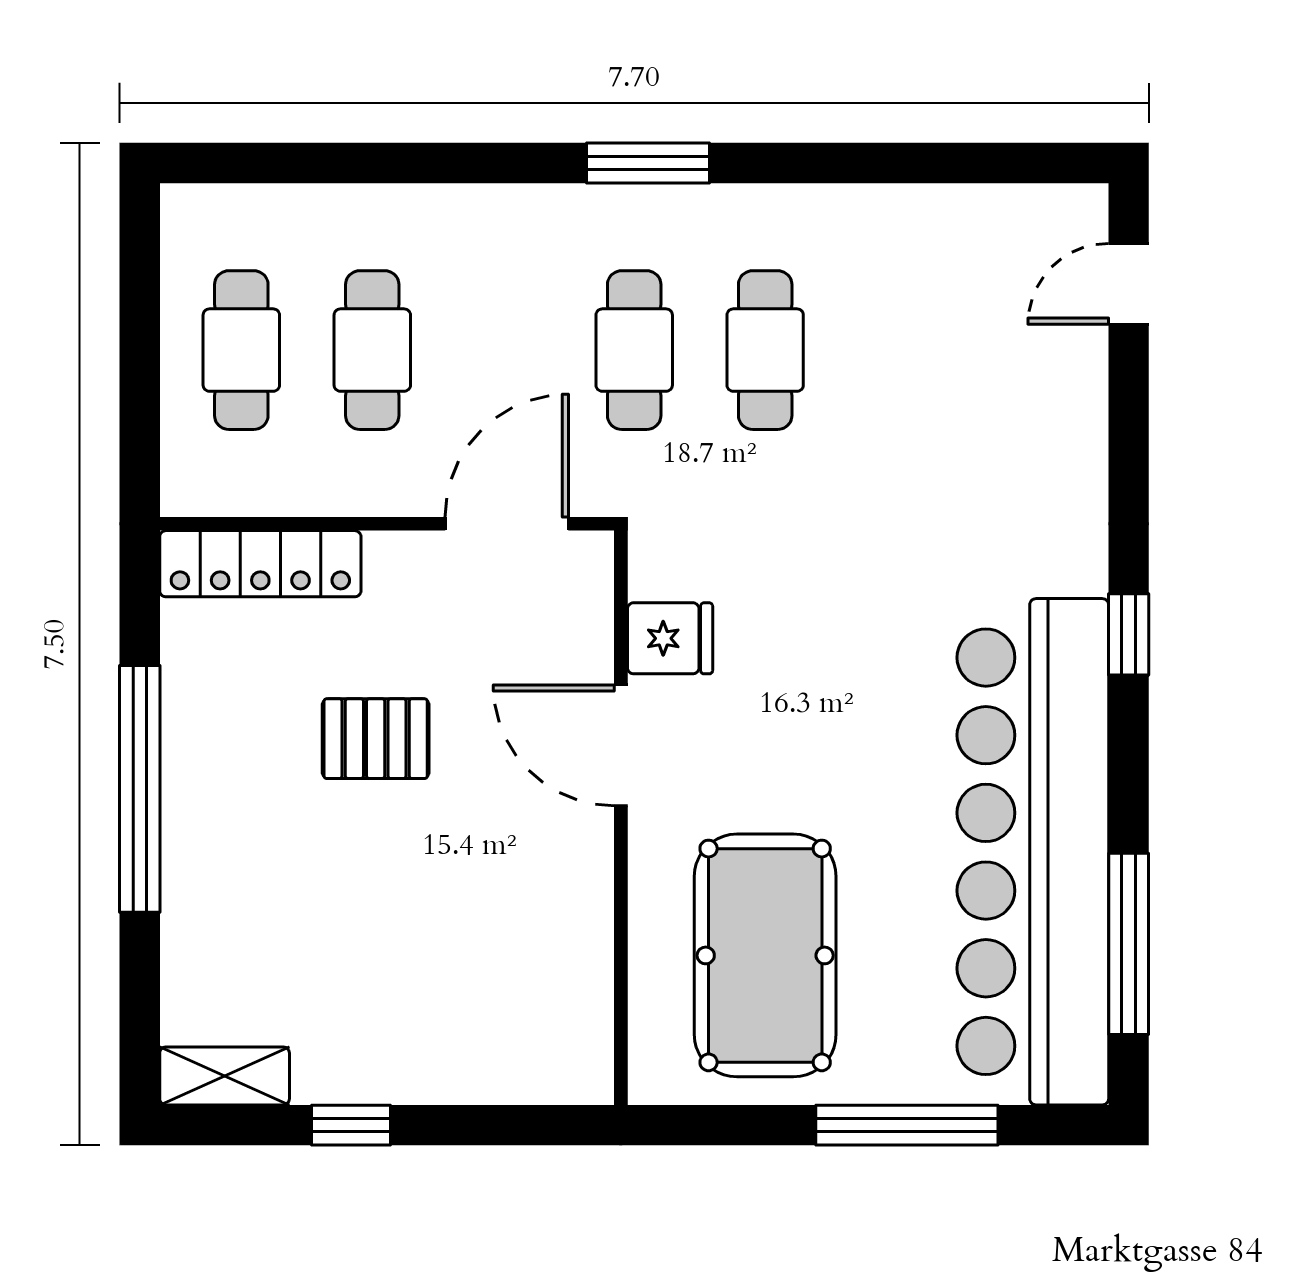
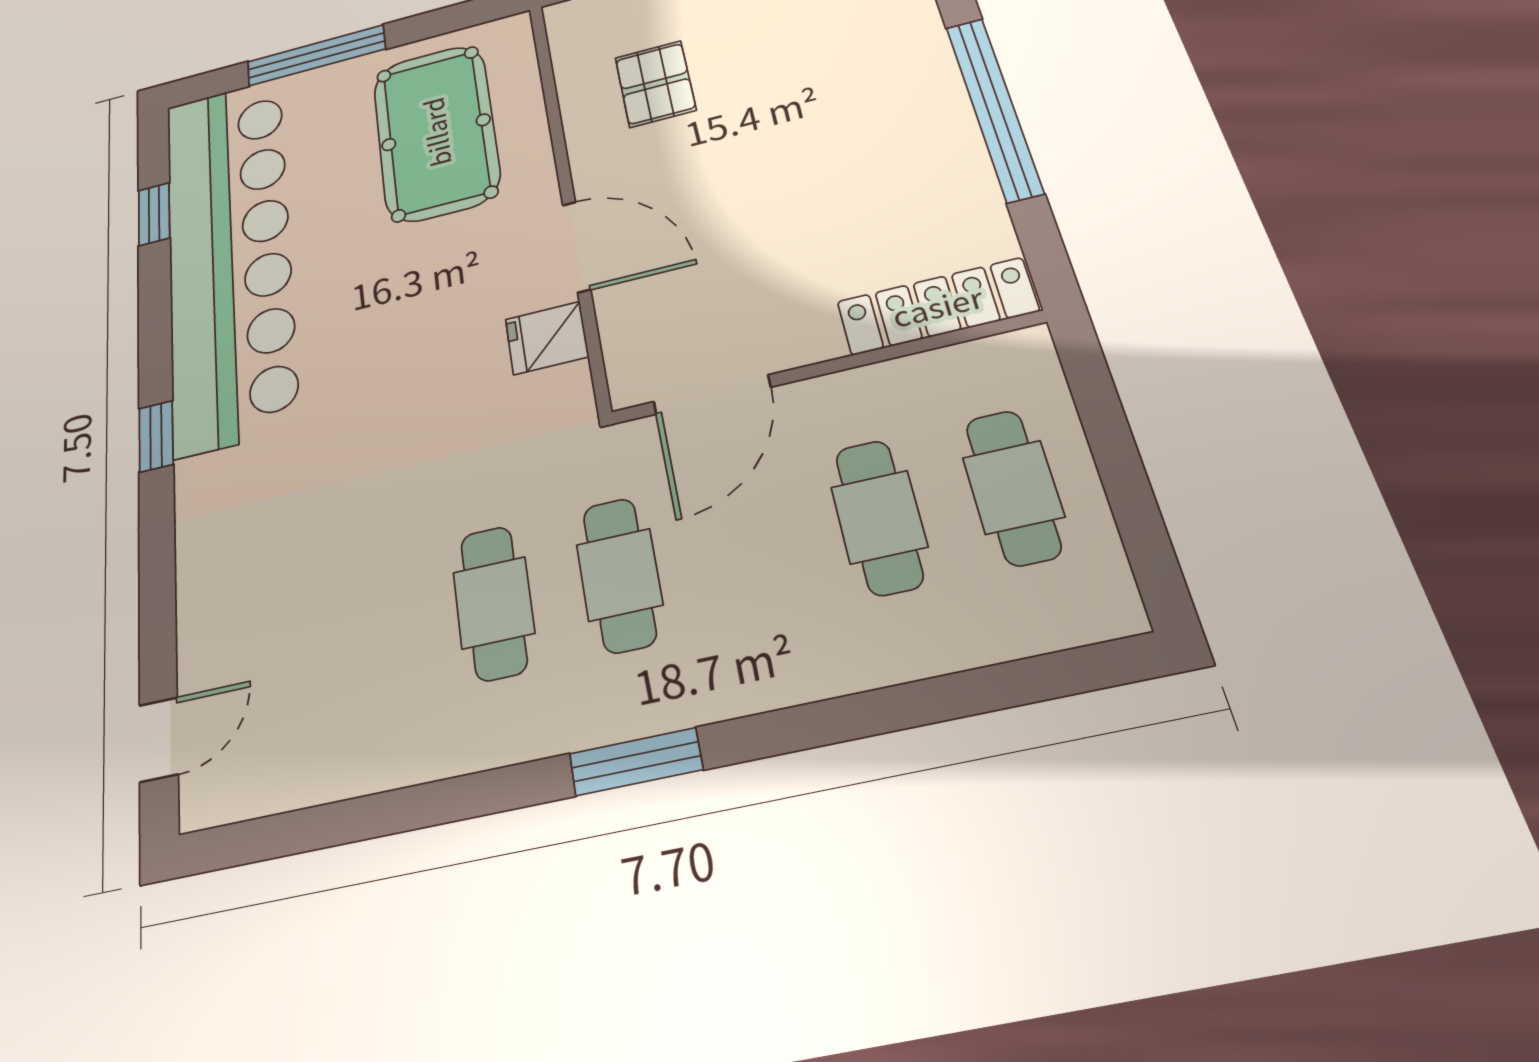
pallet: (376, 739) -> (655, 84), moved, turned 90
window: (1129, 944) -> (154, 214), width x0.46

